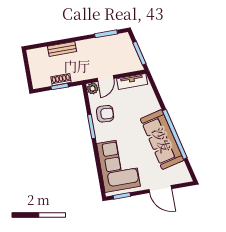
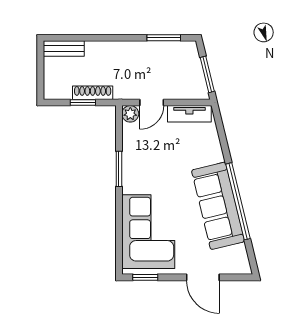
bench: (62, 49) -> (64, 48), moved
shoe rack: (61, 80) -> (93, 93), width x1.43
armchair: (105, 114) -> (142, 154), removed

